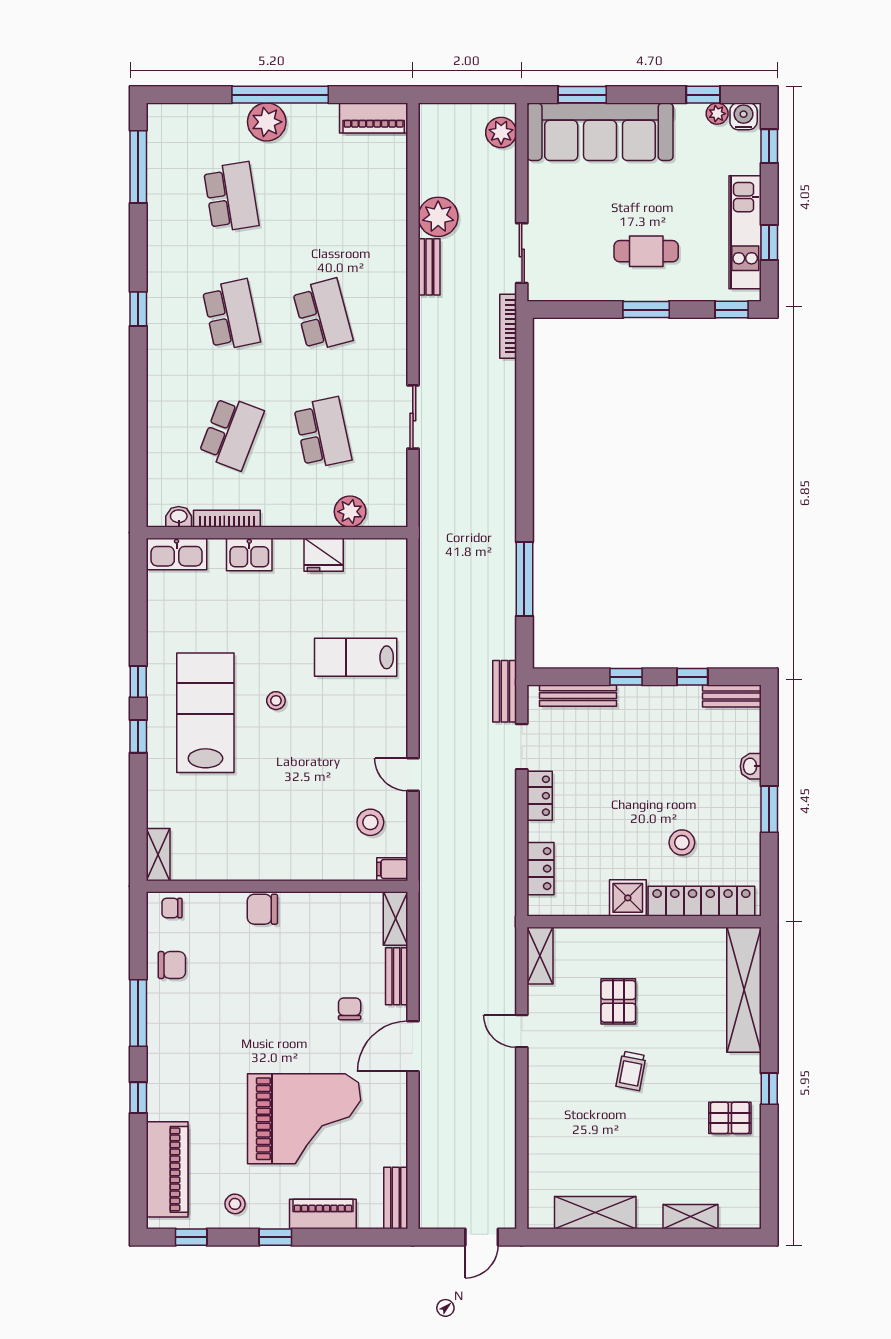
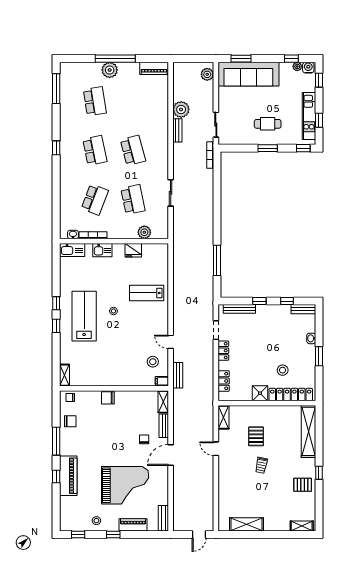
bench: (505, 691) -> (178, 375), moved
piano: (167, 1169) -> (68, 476), moved
shelving: (691, 1217) -> (302, 526), moved

